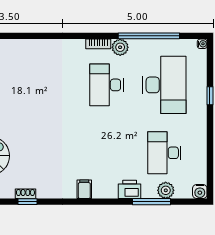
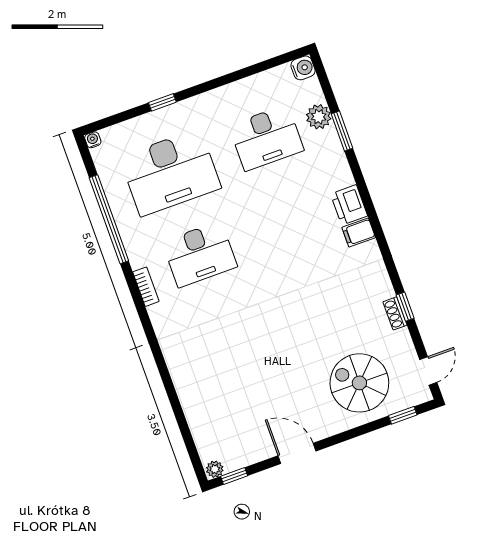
plant: (120, 47) -> (140, 254), removed
desk: (164, 85) -> (170, 172), turned 180
printer: (130, 189) -> (349, 205), moved
window: (152, 202) -> (342, 131), width x0.69

